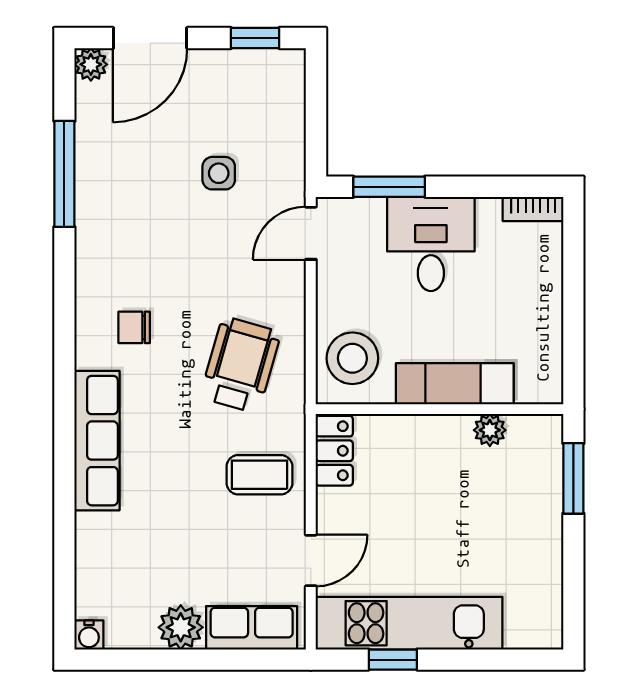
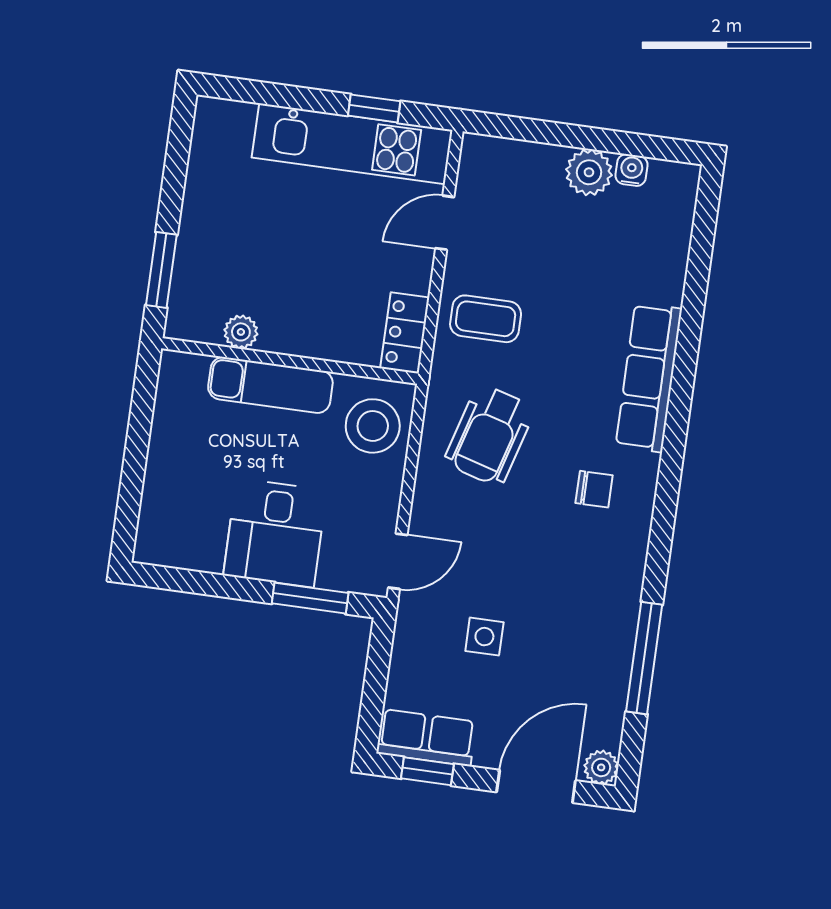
bookcase: (533, 209) -> (164, 554), removed
row of seats: (252, 628) -> (426, 738), moved, turned 180
water cooler: (89, 635) -> (631, 170), moved

